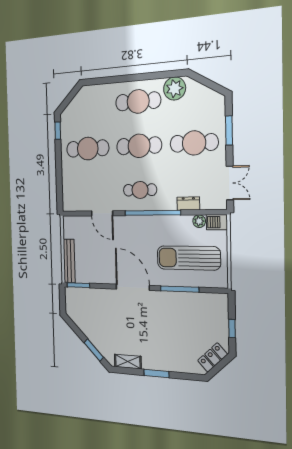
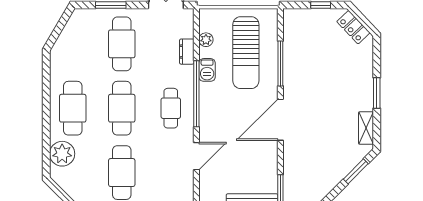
plant: (175, 89) -> (62, 154), moved
barbecue: (217, 222) -> (207, 70), moved

